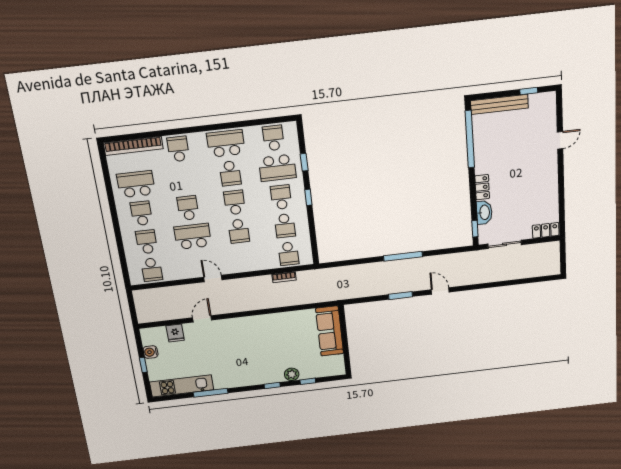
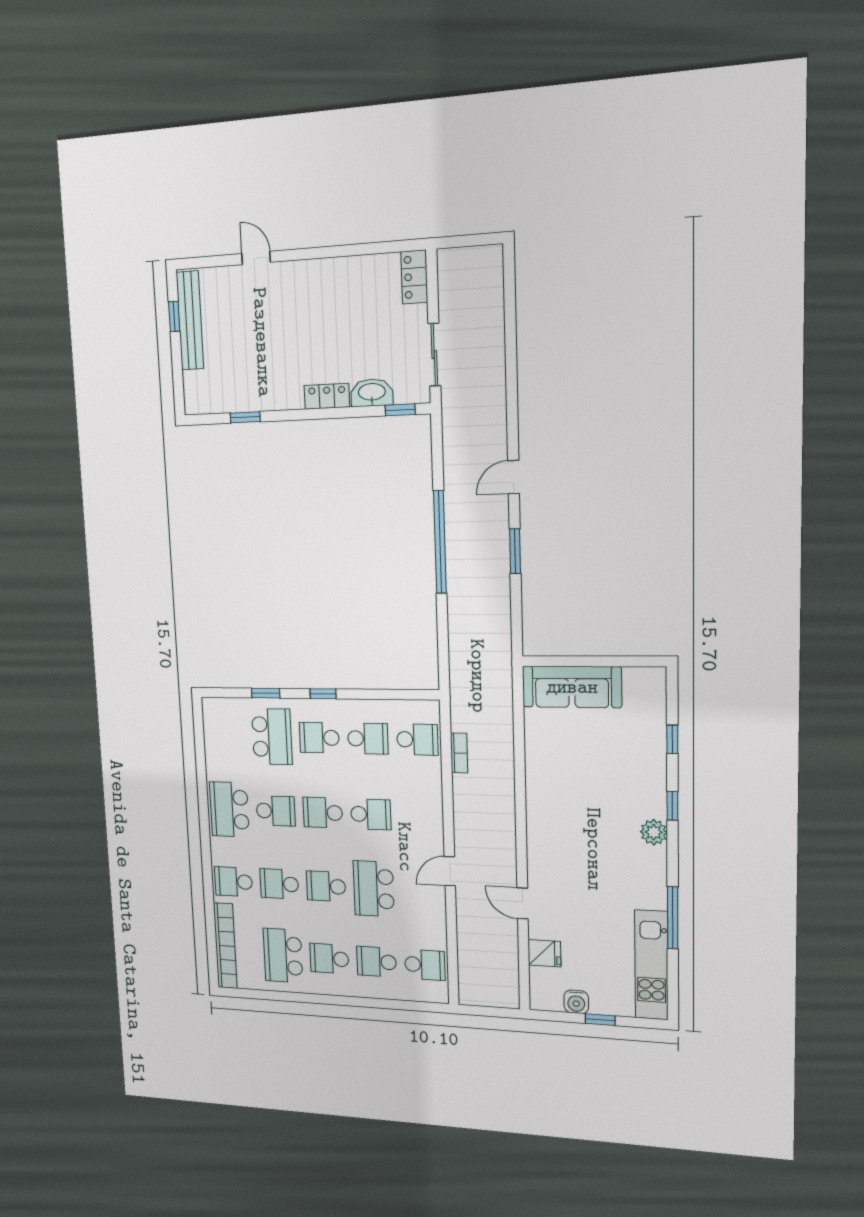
bench: (499, 104) -> (190, 320), moved
school desk: (273, 138) -> (279, 884), moved
window: (470, 139) -> (245, 417), width x0.32
window: (403, 256) -> (440, 542), width x1.46
plant: (292, 374) -> (654, 832), moved

